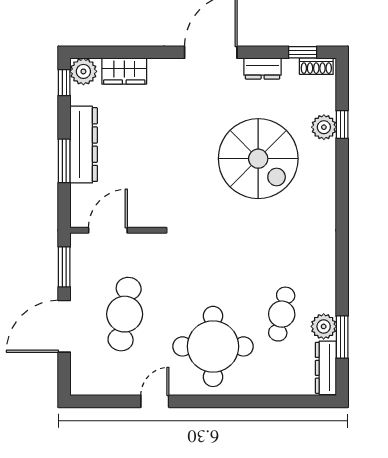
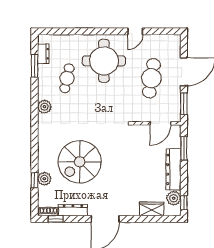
dresser: (263, 68) -> (73, 210), width x1.44
plant: (83, 71) -> (174, 198), moved
spiral stairs: (258, 159) -> (80, 162), turned -90
window: (64, 161) -> (184, 148), moved
plant: (324, 326) -> (44, 107), moved
dresser: (326, 368) -> (43, 54), width x0.70

